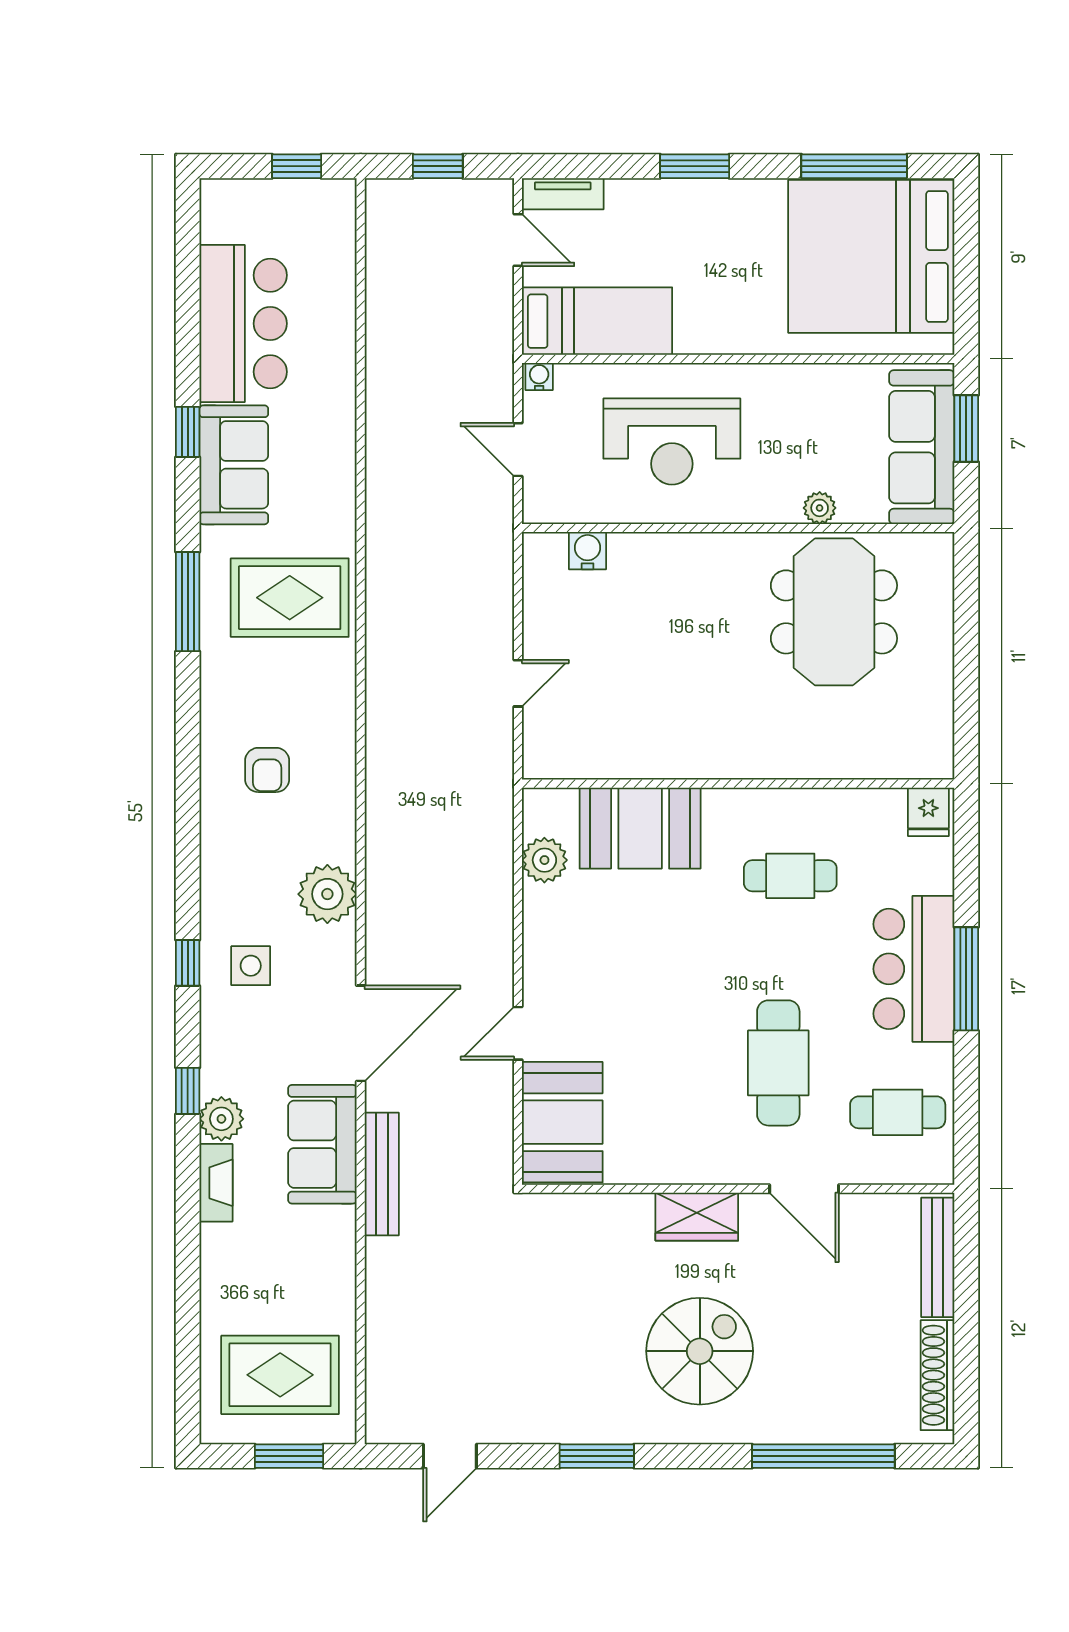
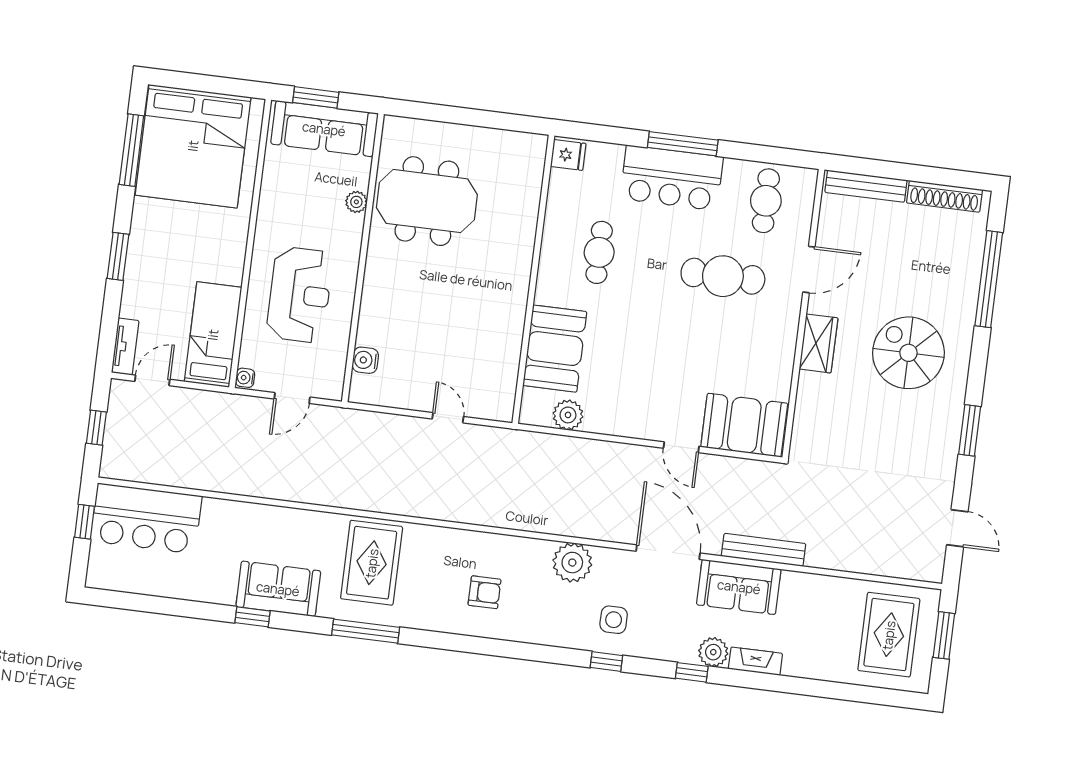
bar counter: (243, 324) -> (146, 518), moved, turned 180

